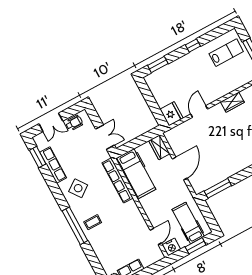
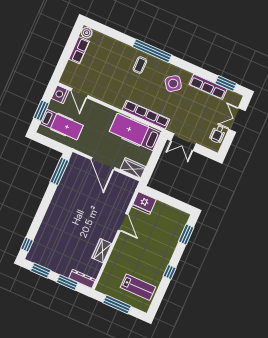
lab bench: (226, 53) -> (138, 287), turned -90

